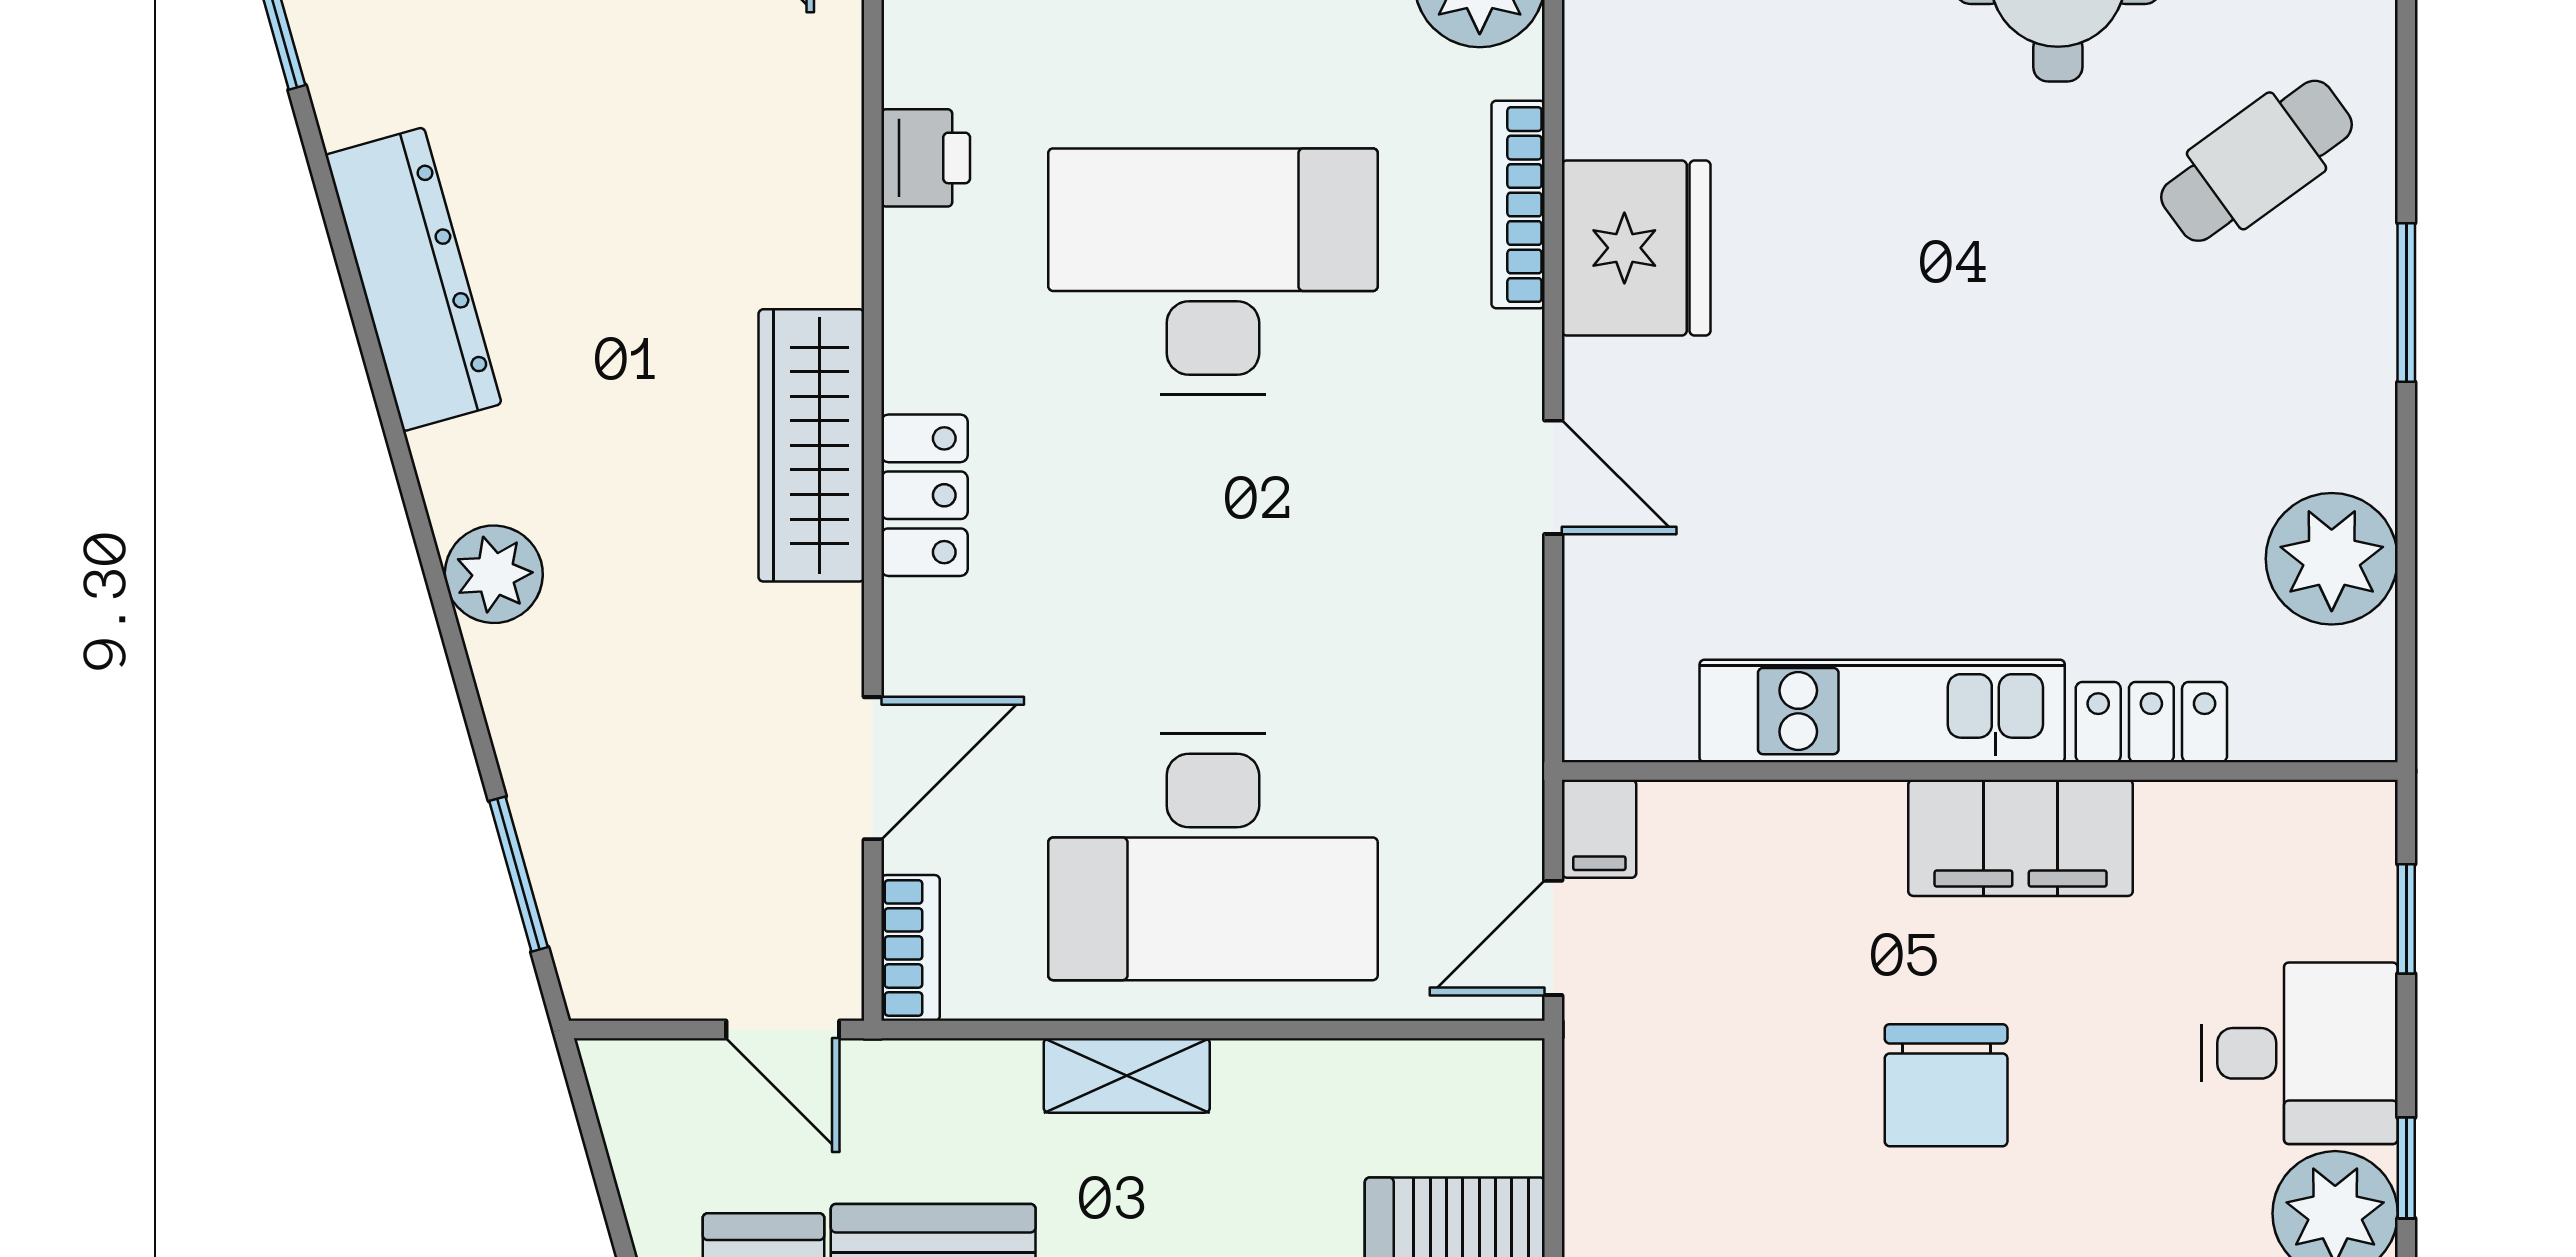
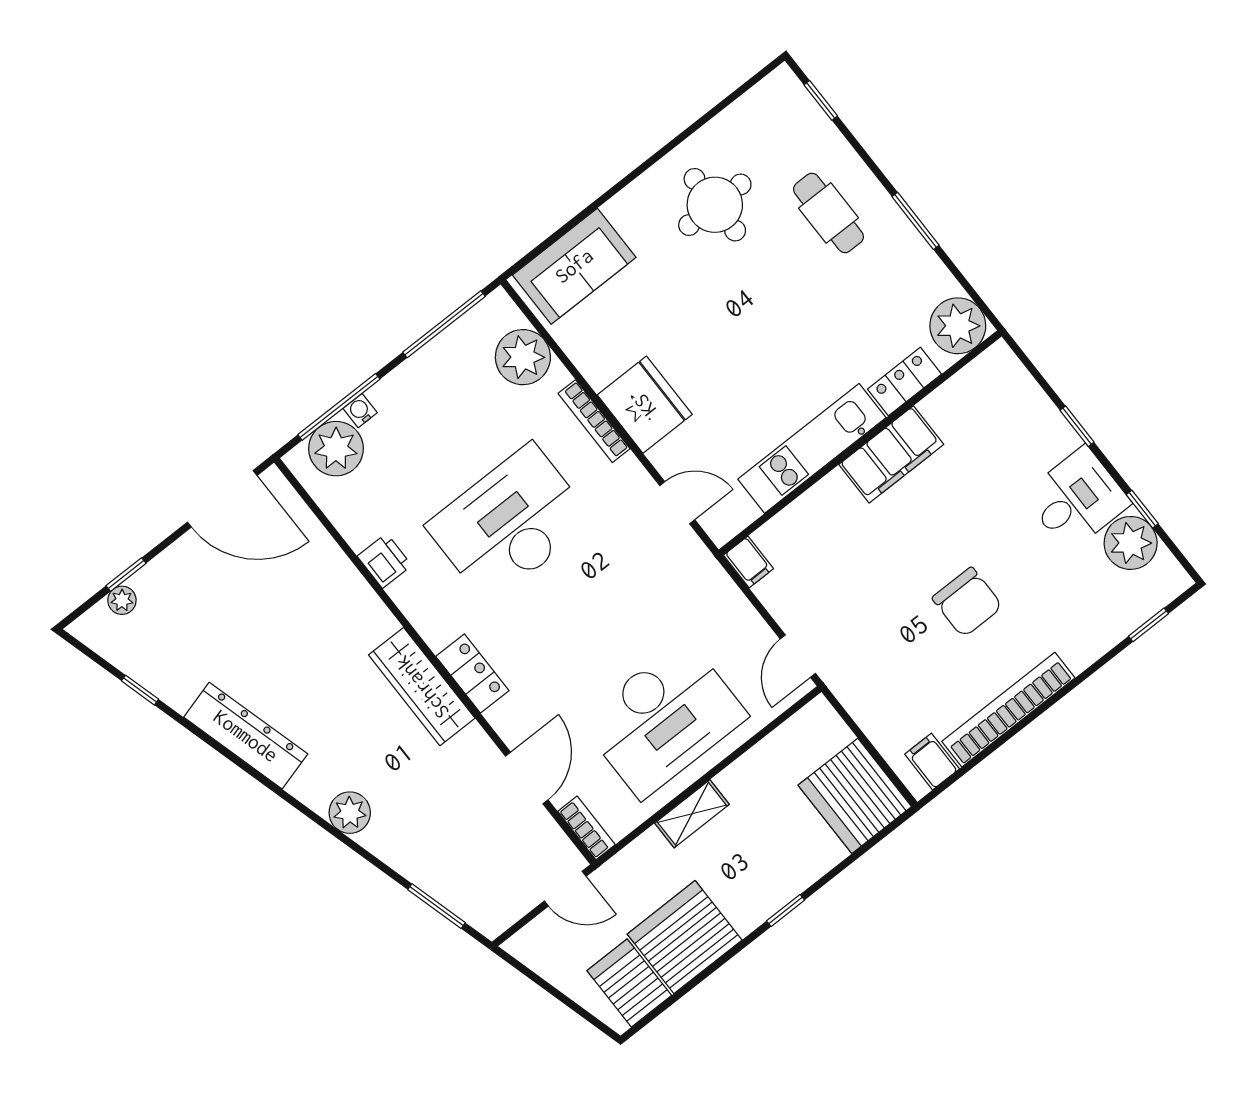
cafe table: (2257, 161) -> (828, 213), turned -54
kitchen unit: (1882, 711) -> (812, 448), moved
locker: (2151, 722) -> (904, 382), moved
wall: (1980, 771) -> (860, 443), moved
filing cabinet: (1599, 829) -> (749, 562), moved
filing cabinet: (2021, 838) -> (891, 454), moved

